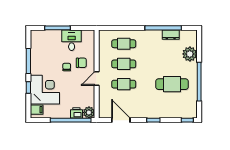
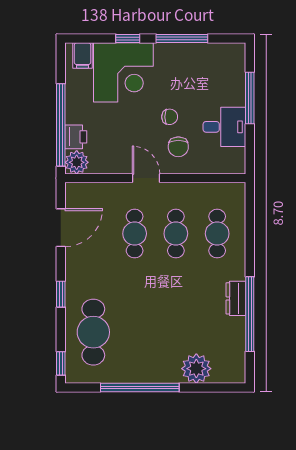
dresser: (171, 35) -> (236, 298), moved
cafe table: (172, 84) -> (93, 332), moved

